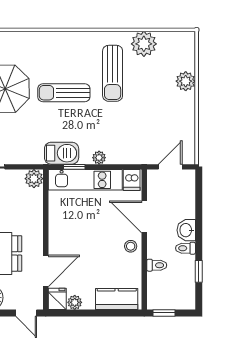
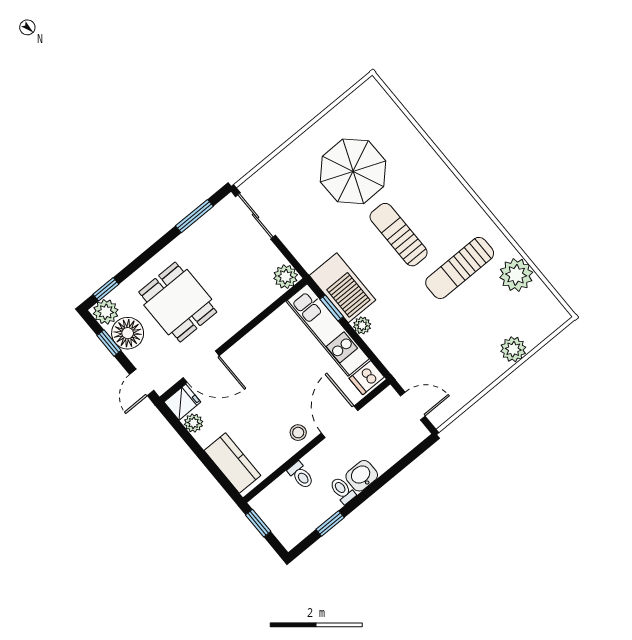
barbecue: (62, 153) -> (342, 288), width x1.37, depth x1.21

